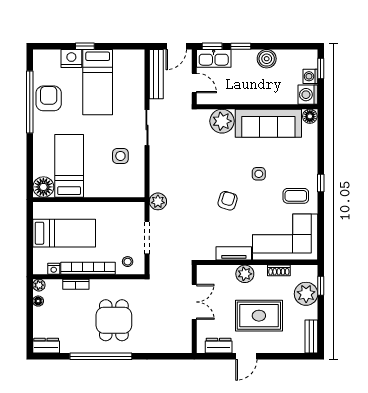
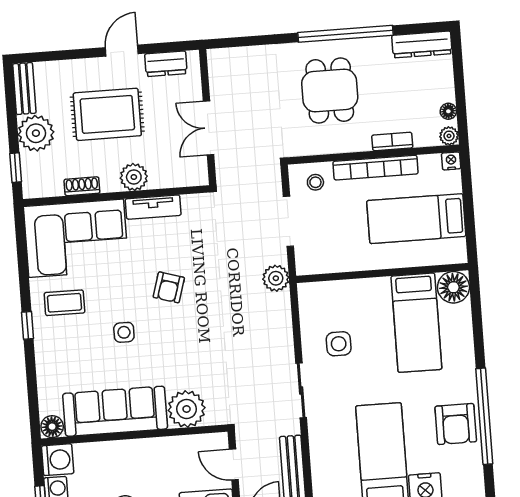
nightstand: (54, 269) -> (451, 161), moved
plant: (306, 294) -> (36, 133), moved
dresser: (46, 346) -> (422, 44), width x1.44

